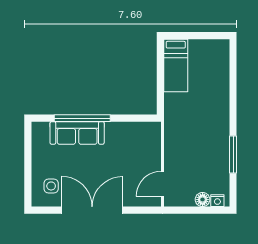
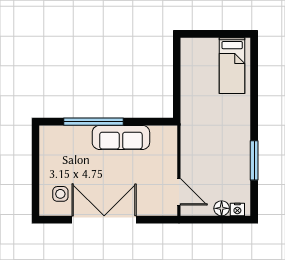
bed: (176, 65) -> (232, 66), moved
sofa: (77, 133) -> (121, 137), moved
door: (163, 184) -> (179, 192), swing flipped

